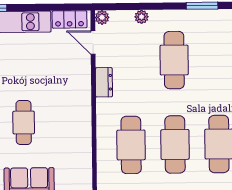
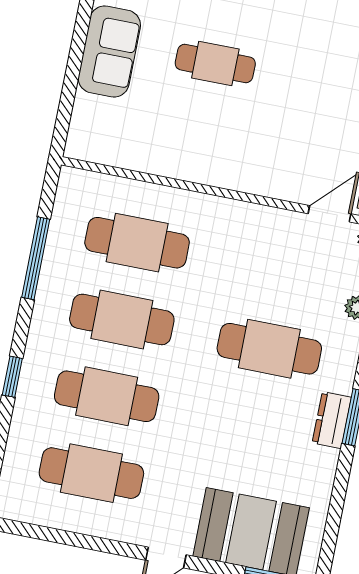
dresser: (104, 82) -> (332, 420), moved, turned 90

